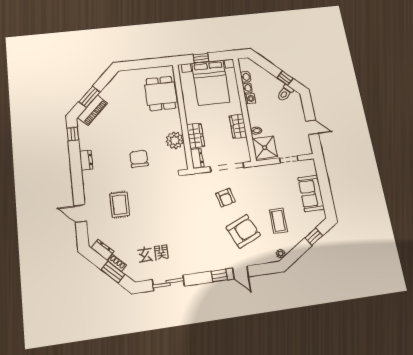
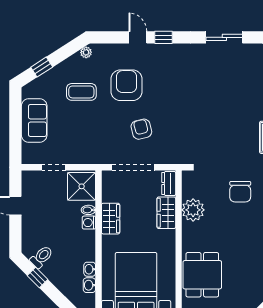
washing machine: (250, 99) -> (89, 223), moved
coffee table: (278, 221) -> (81, 92), turned 90
armchair: (243, 231) -> (127, 85), turned 114

